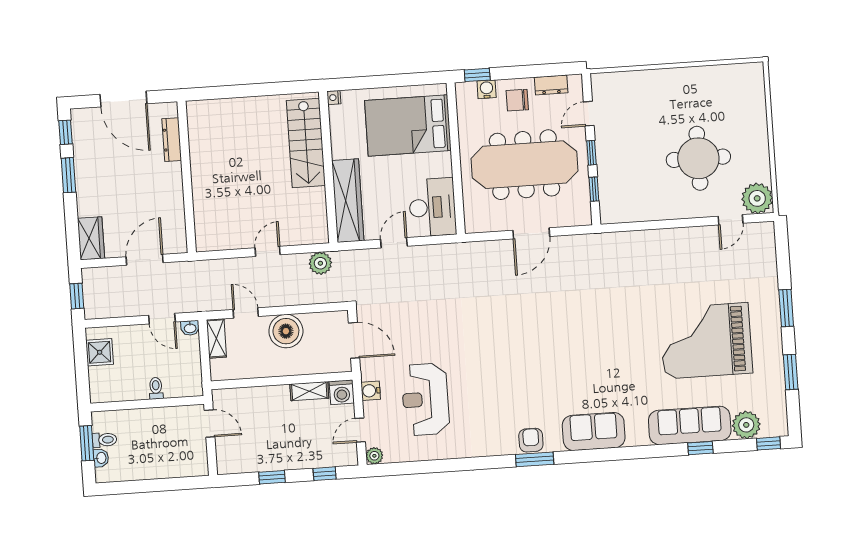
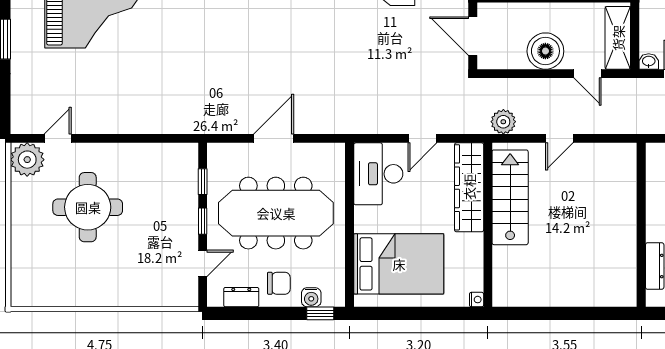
stairs: (306, 143) -> (510, 197), moved
shelving: (216, 338) -> (618, 38), width x1.50, depth x1.33

